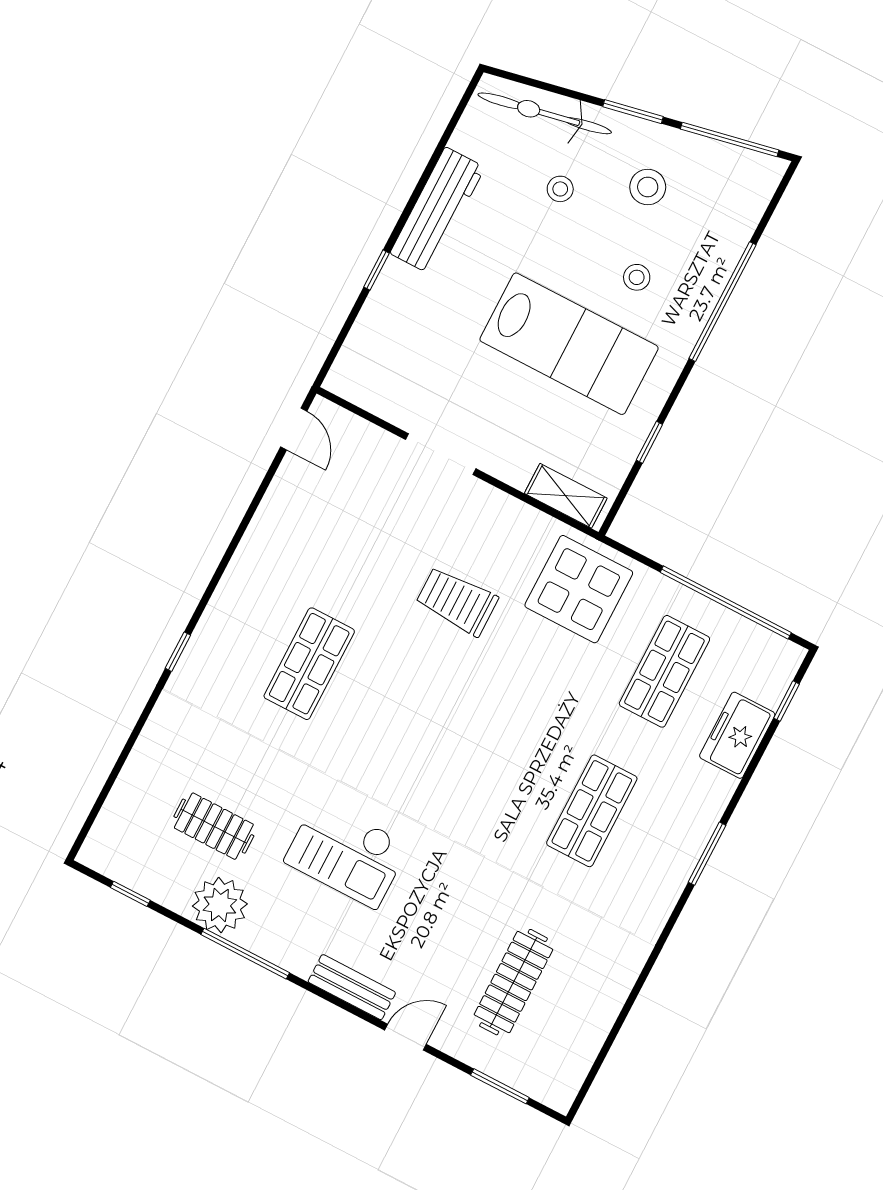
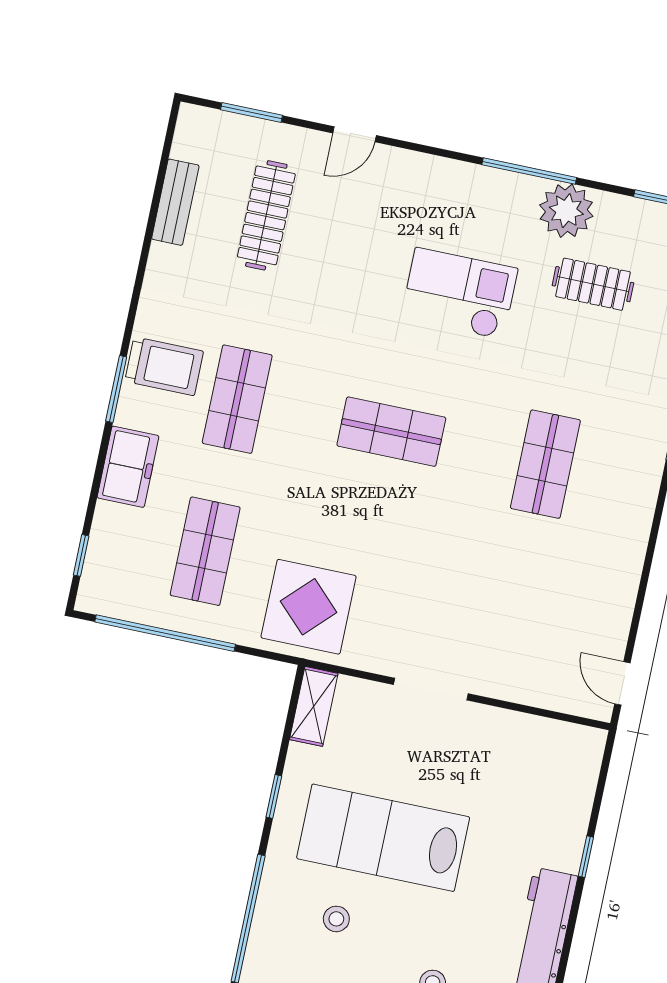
window: (649, 442) -> (274, 796), moved
doorway: (441, 454) -> (431, 689), moved
shelving: (566, 496) -> (314, 706), moved, turned 90
trolley: (457, 601) -> (164, 366), moved
freezer: (737, 735) -> (128, 467), moved
shop shelf: (451, 737) -> (391, 432), added
bench: (352, 987) -> (175, 202), moved, turned 90

